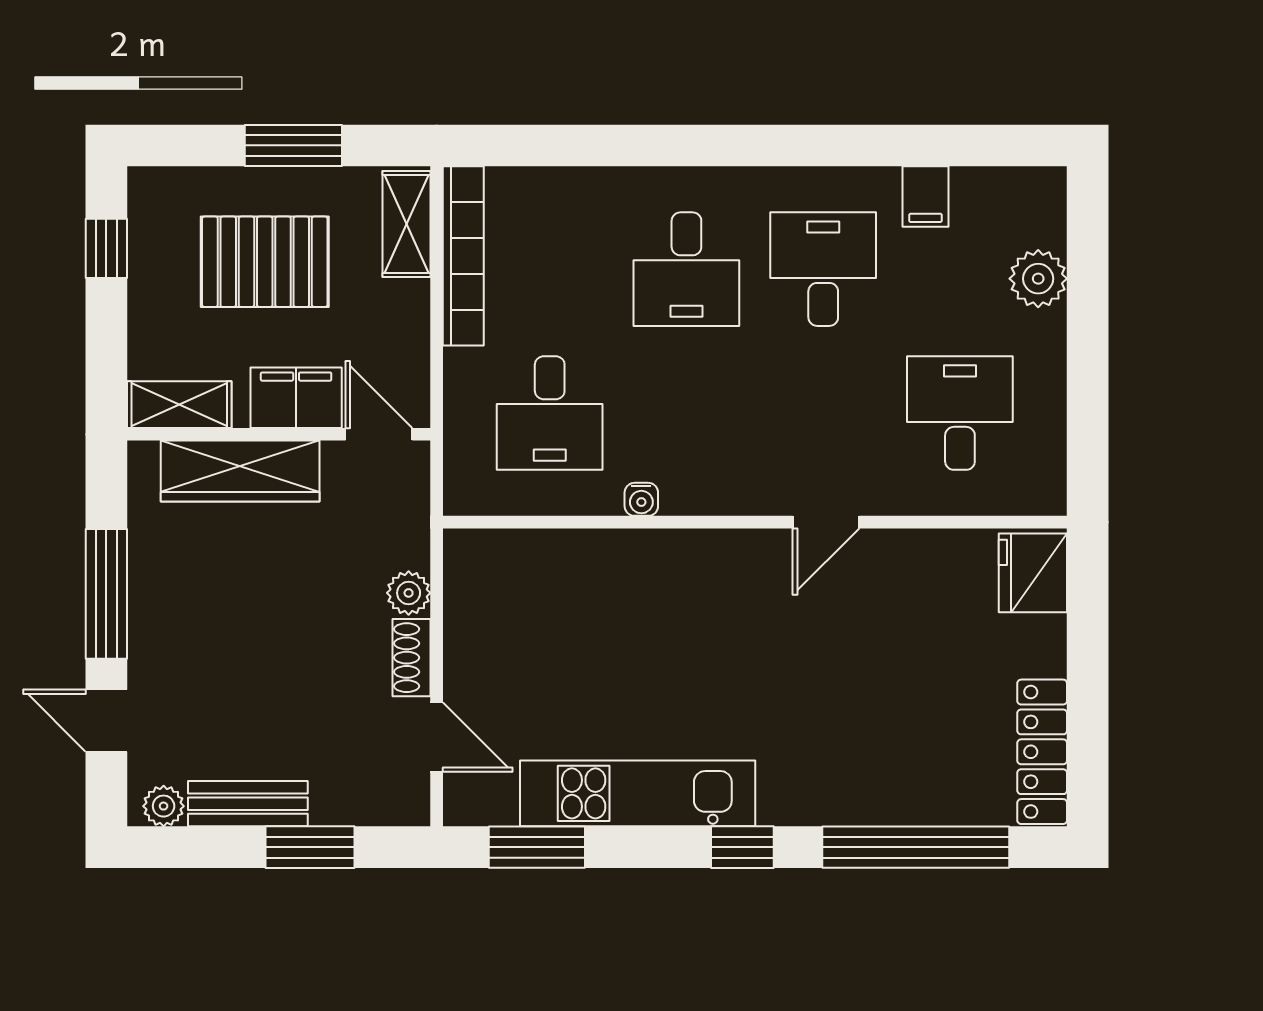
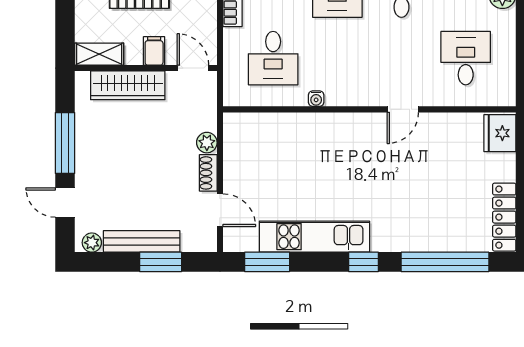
filing cabinet: (296, 398) -> (154, 51), width x0.50
bench: (248, 804) -> (142, 241), width x1.36

